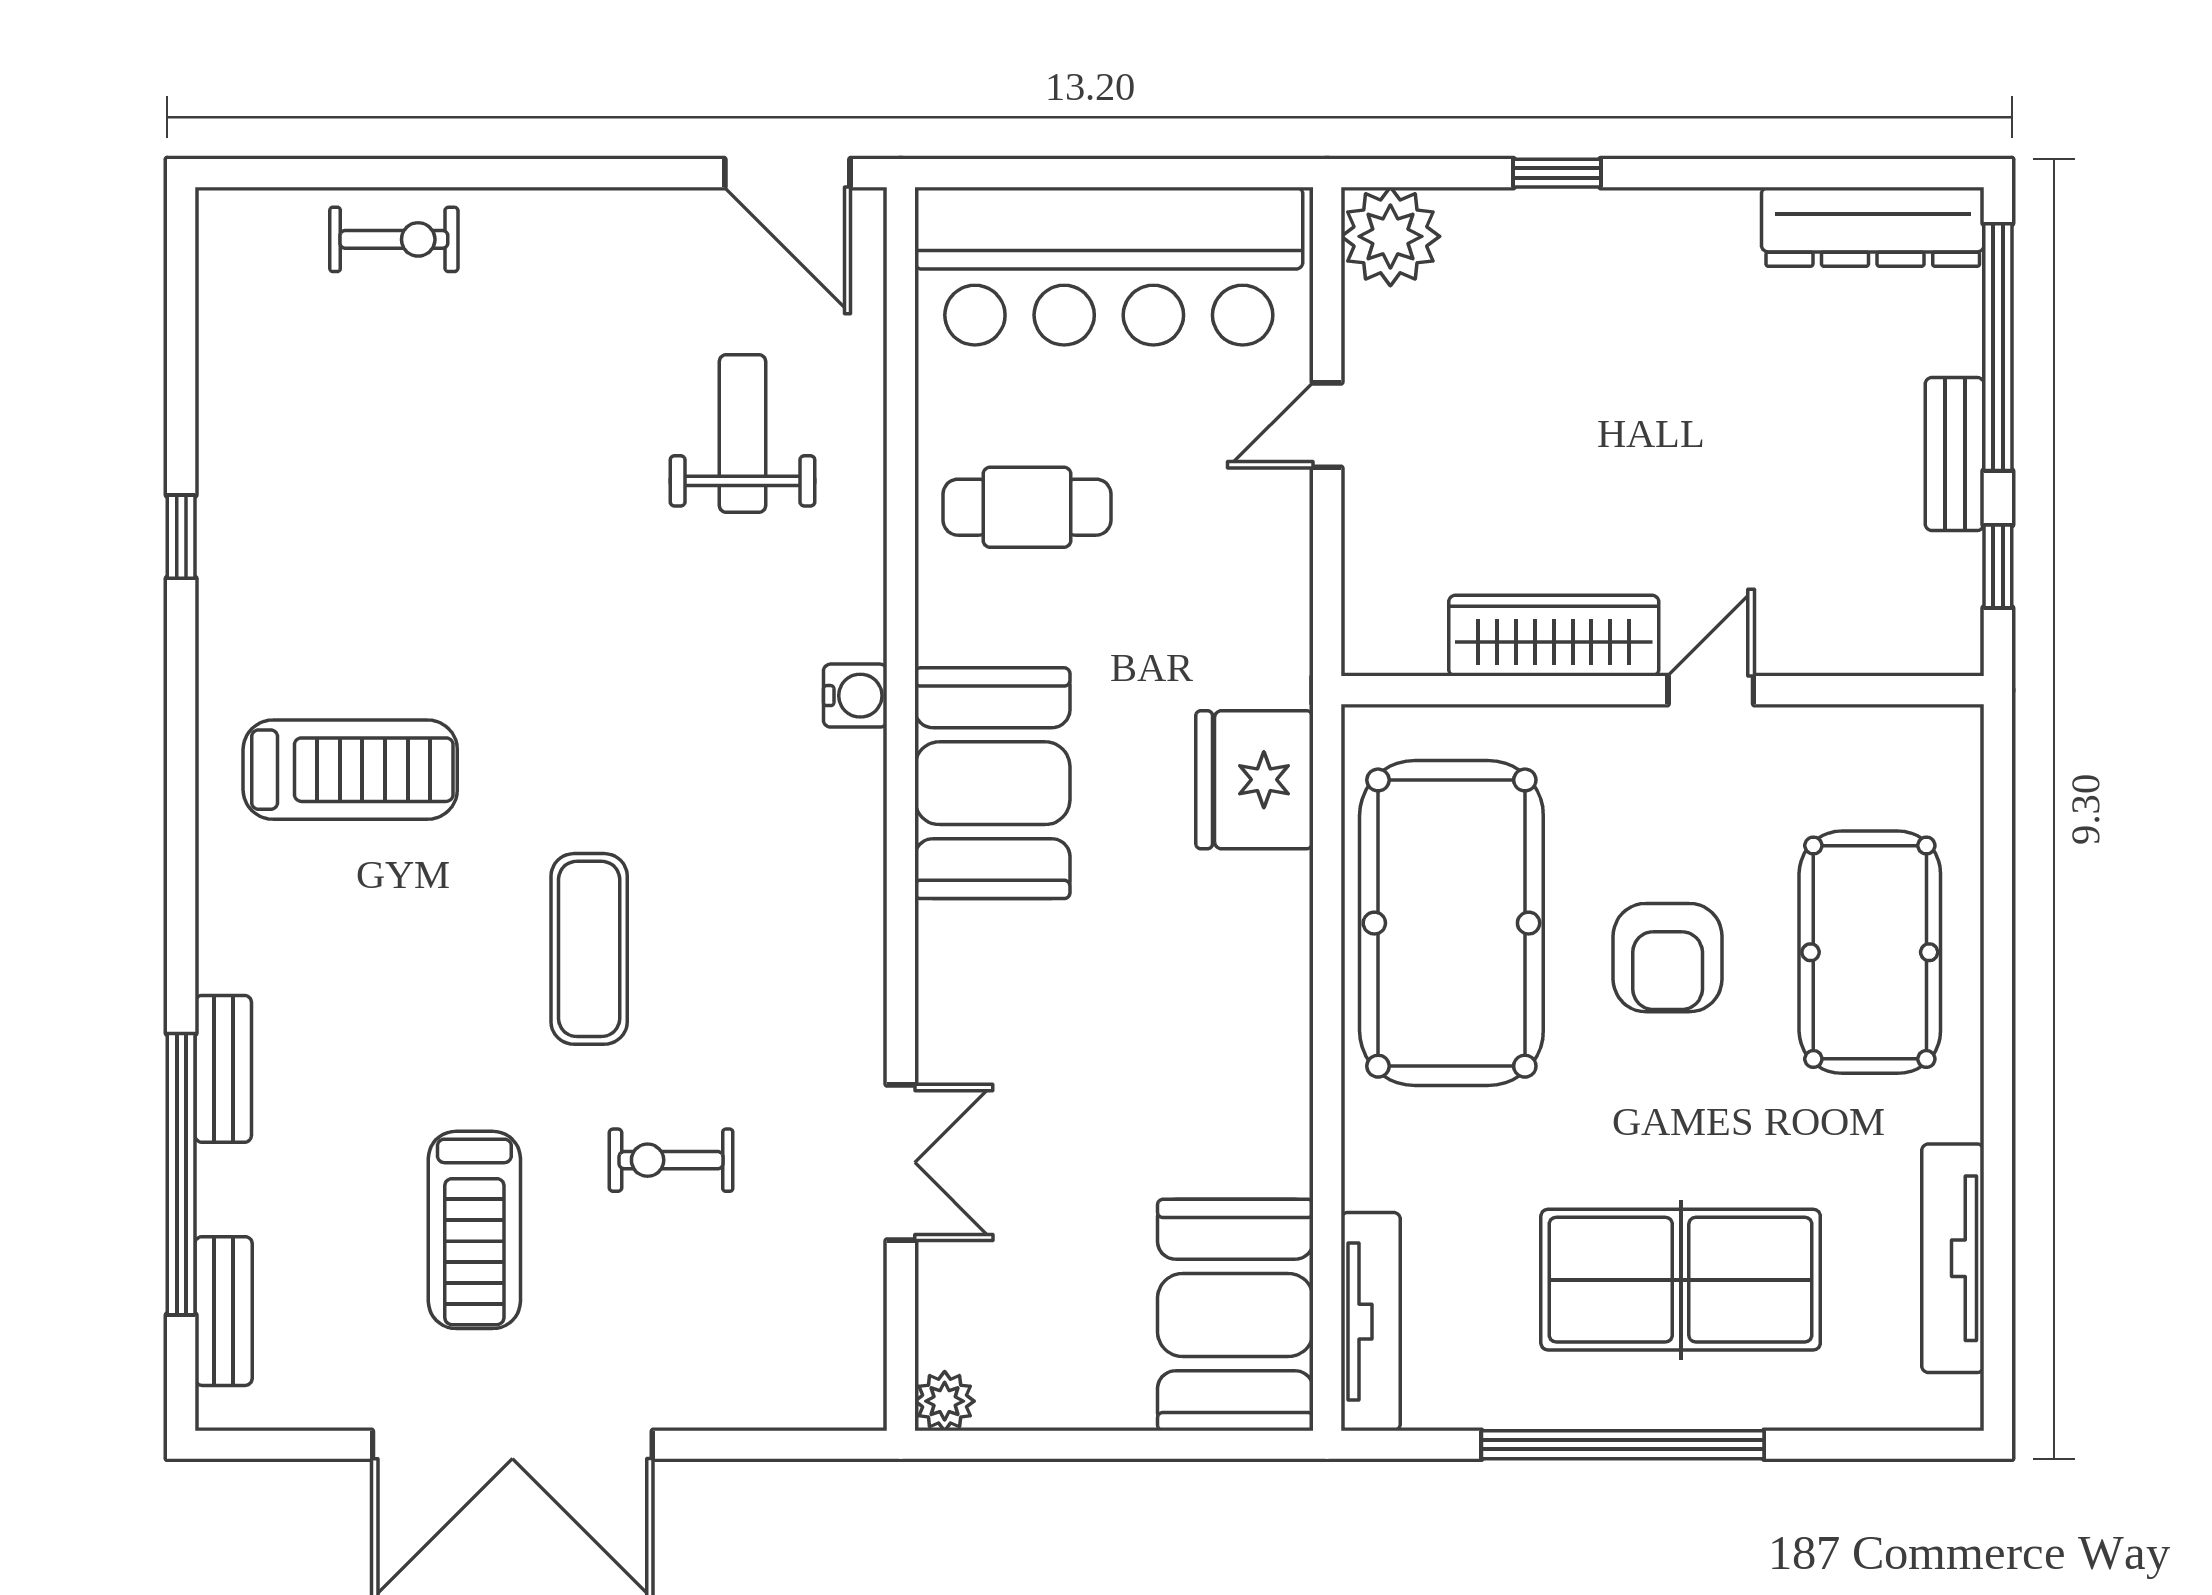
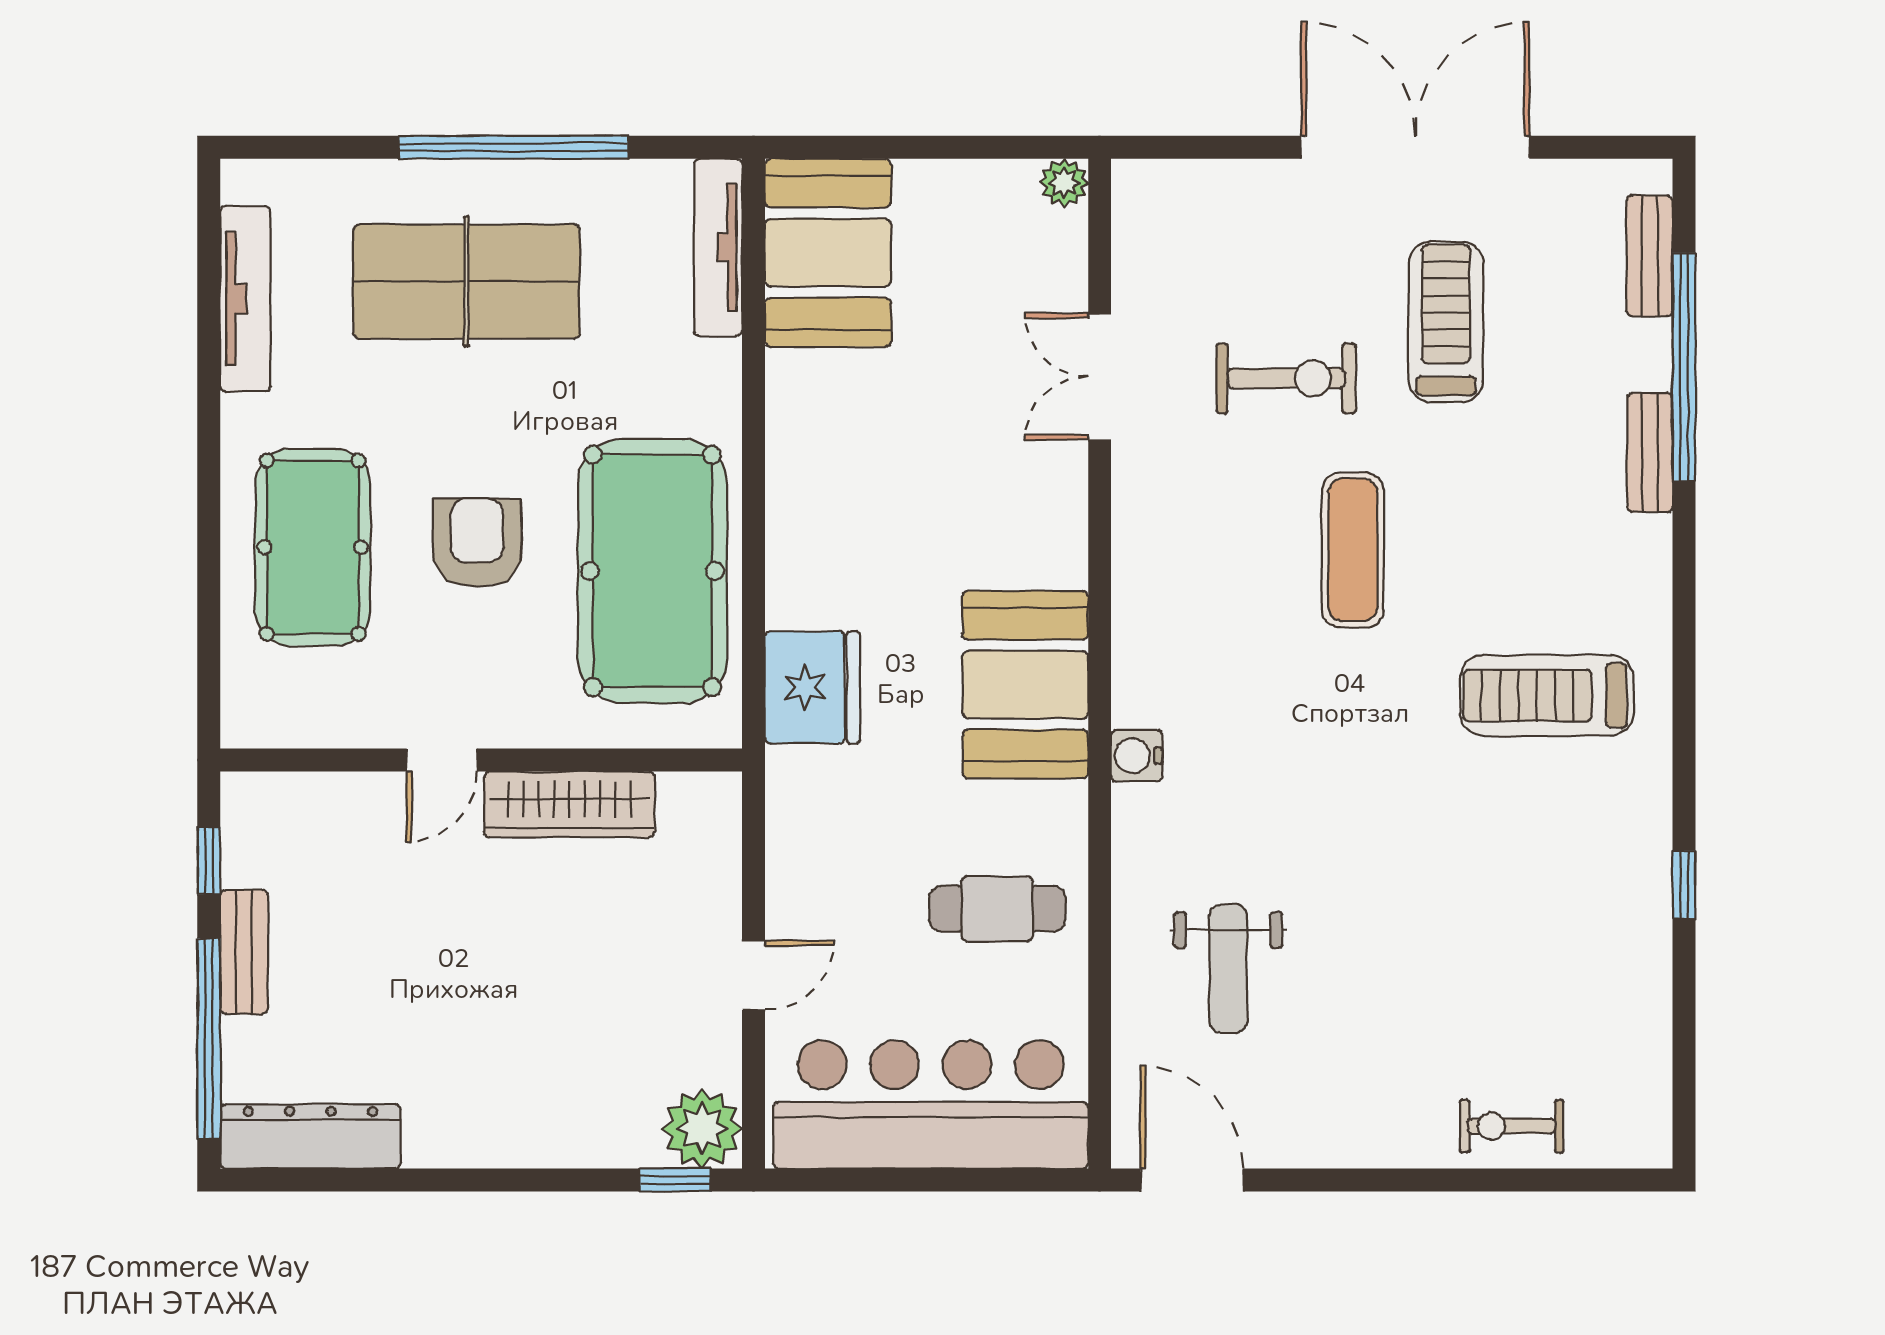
window: (1557, 173) -> (675, 1180), moved
exercise bike: (671, 1160) -> (1286, 378), width x1.38, depth x1.39

